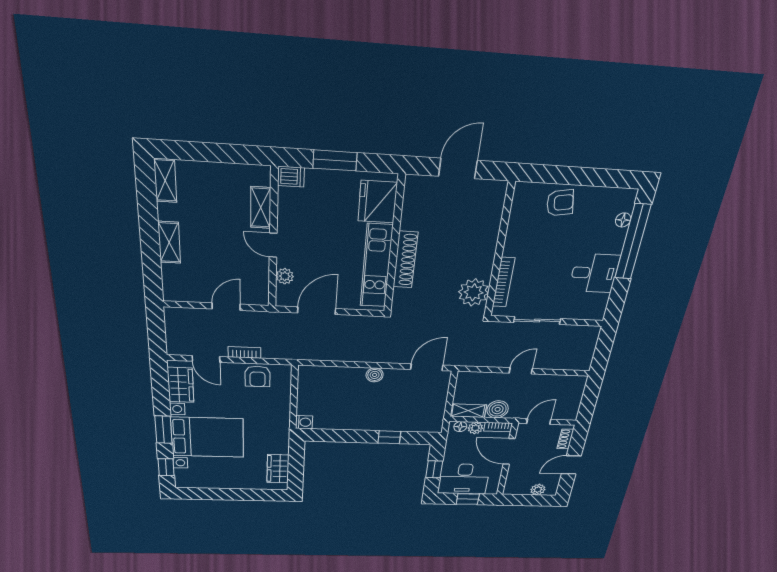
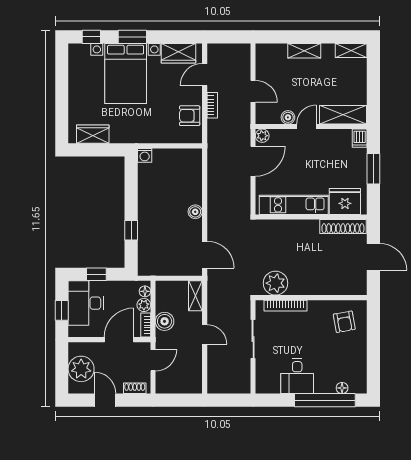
armchair: (560, 203) -> (344, 322), moved
shelving: (261, 208) -> (343, 115), width x1.50, depth x1.33
shoe rack: (405, 260) -> (343, 227), moved
boiler: (260, 267) -> (288, 117), added
plant: (285, 276) -> (262, 136), moved
door: (317, 311) -> (253, 161), hinge flipped
shelving: (468, 411) -> (195, 296), moved
door: (539, 422) -> (153, 360), hinge flipped
plant: (538, 490) -> (81, 369), width x1.88, depth x1.88

